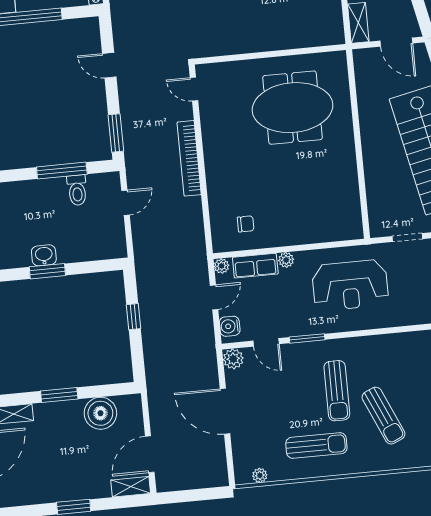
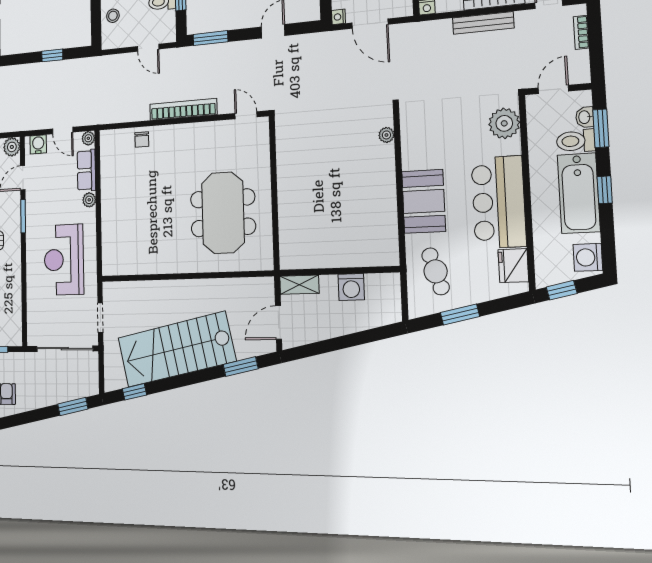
door: (194, 89) -> (246, 115), hinge flipped
chair: (246, 224) -> (142, 139), moved
stool: (91, 247) -> (113, 16), added

